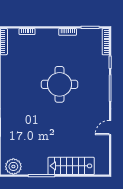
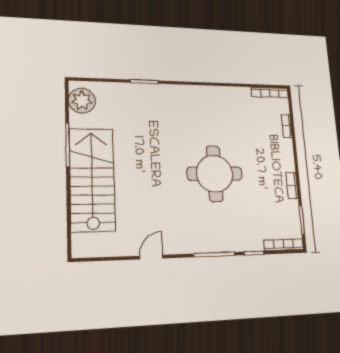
door: (110, 128) -> (151, 257), hinge flipped
stairs: (71, 166) -> (92, 179), width x1.36, depth x1.51

